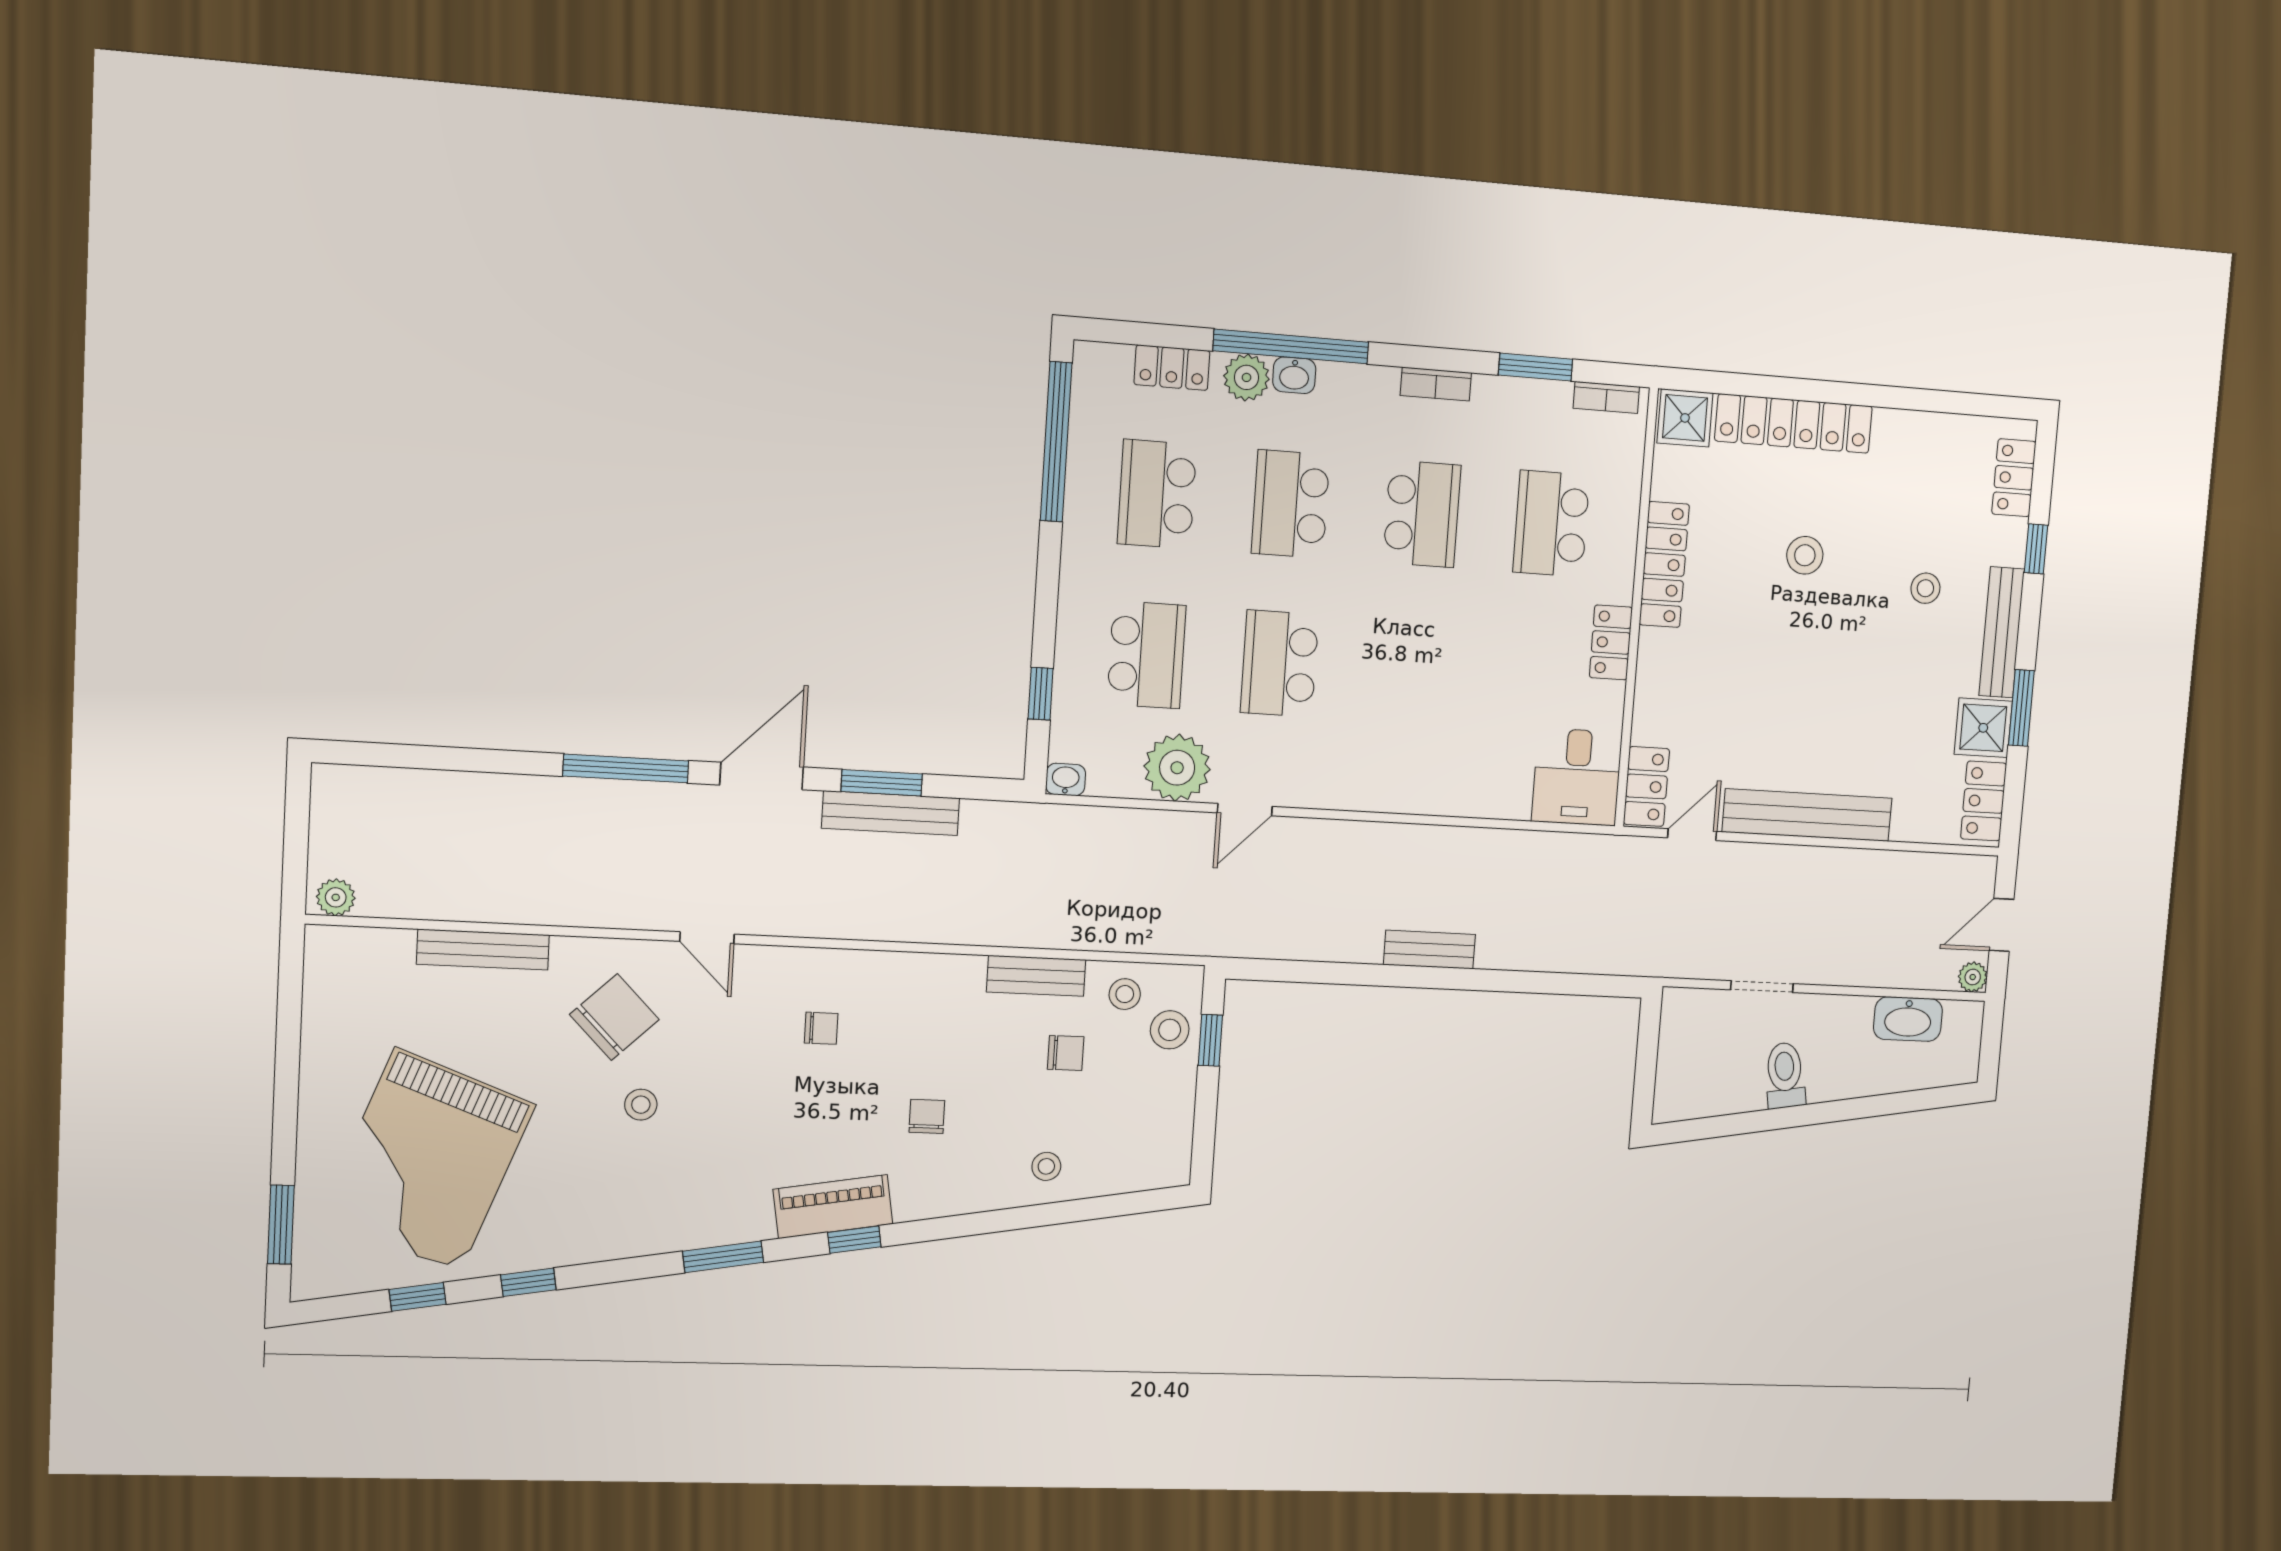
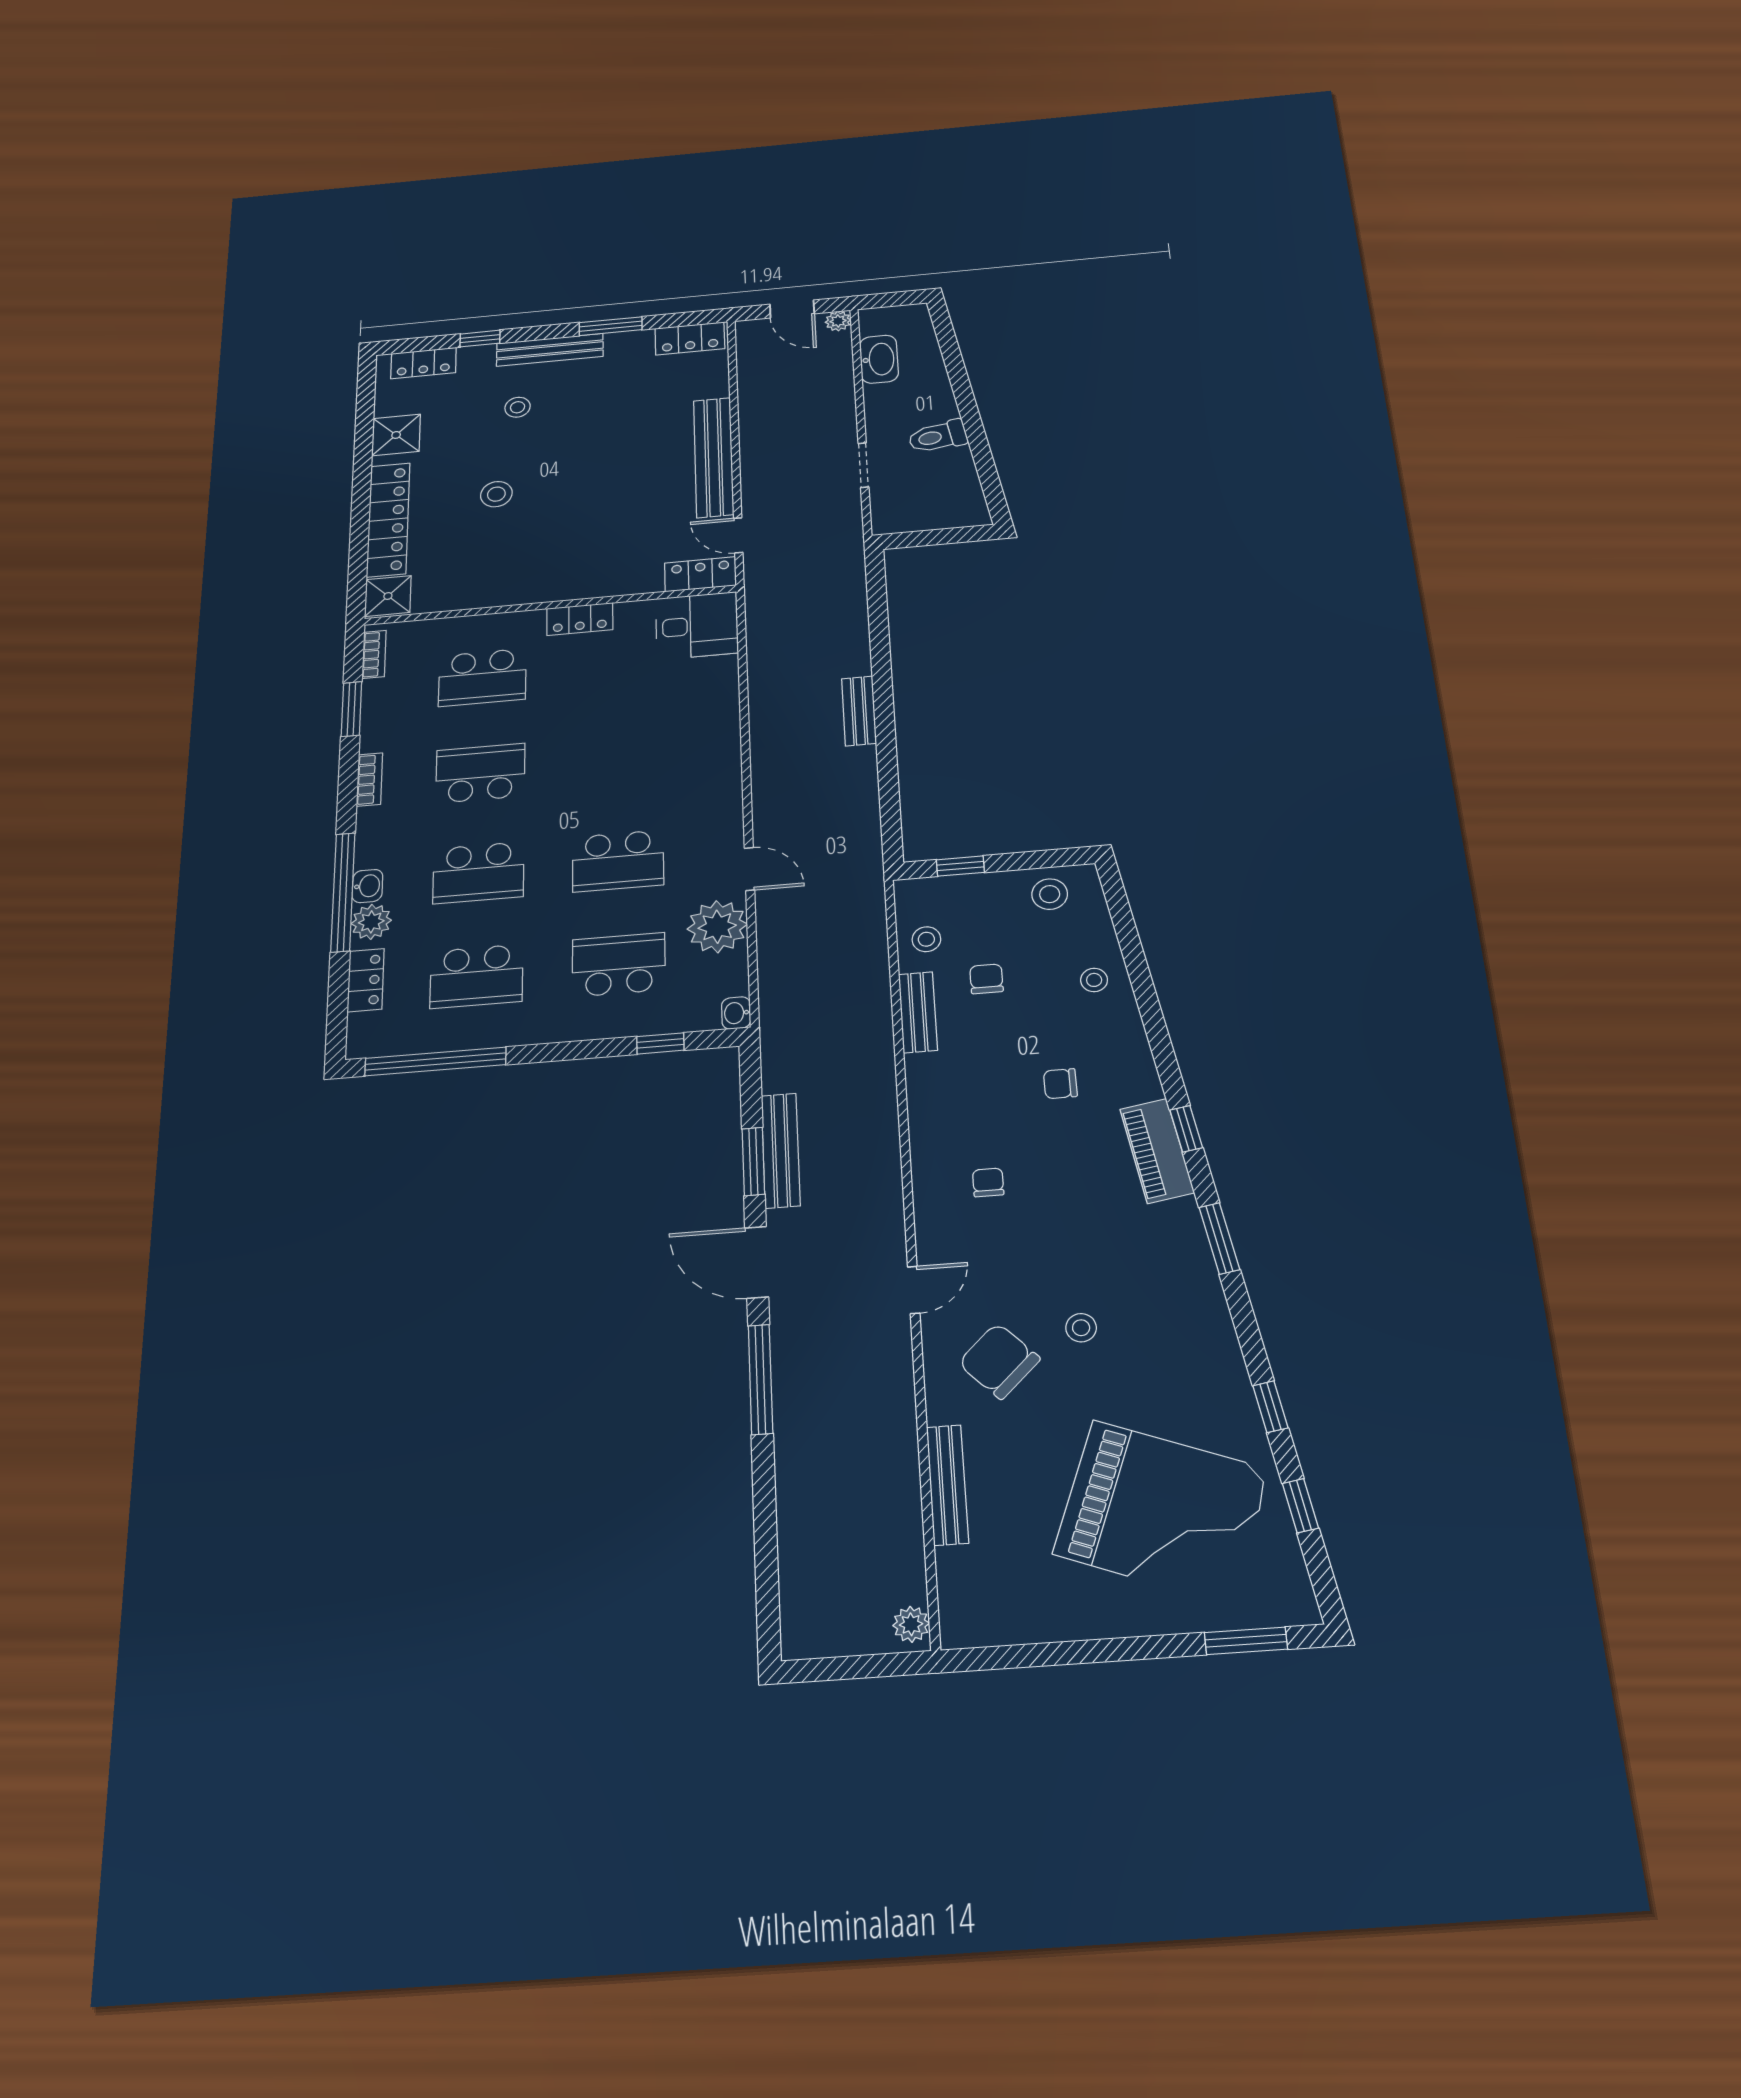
locker: (1664, 565) -> (511, 591), removed
shower: (1983, 728) -> (396, 435), moved
stool: (1170, 1030) -> (1050, 894), moved

